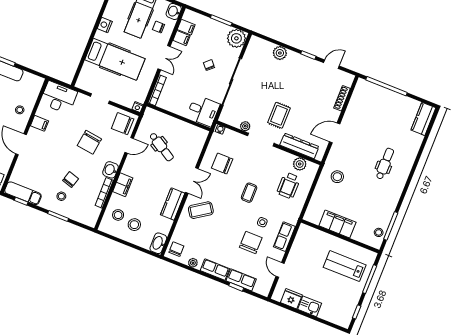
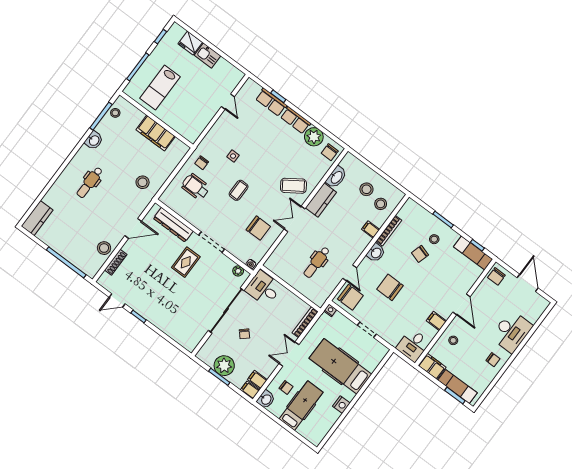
filing cabinet: (182, 38) -> (250, 390), moved
plant: (236, 38) -> (224, 366), moved
plant: (280, 53) -> (167, 327), removed
filing cabinet: (32, 81) -> (432, 366), added
desk: (59, 97) -> (413, 345), width x0.73
stool: (356, 108) -> (104, 248), added
plant: (245, 126) -> (238, 271), moved
chair: (89, 142) -> (390, 287), turned -98
door: (129, 145) -> (350, 273), swing flipped
dental chair: (161, 147) -> (317, 262), turned -121
plant: (300, 164) -> (178, 206), removed
filing cabinet: (123, 185) -> (371, 229), width x0.50
wheelchair: (289, 185) -> (196, 187), turned -90
washbasin: (391, 203) -> (94, 140), added
row of seats: (284, 237) -> (214, 135), removed
chair: (251, 242) -> (202, 163), moved, width x0.54, depth x0.54
washbasin: (158, 243) -> (336, 177), moved
plant: (193, 263) -> (314, 137), width x1.87, depth x1.87
lab bench: (345, 266) -> (160, 87), turned 90
fridge: (291, 299) -> (190, 43), moved

